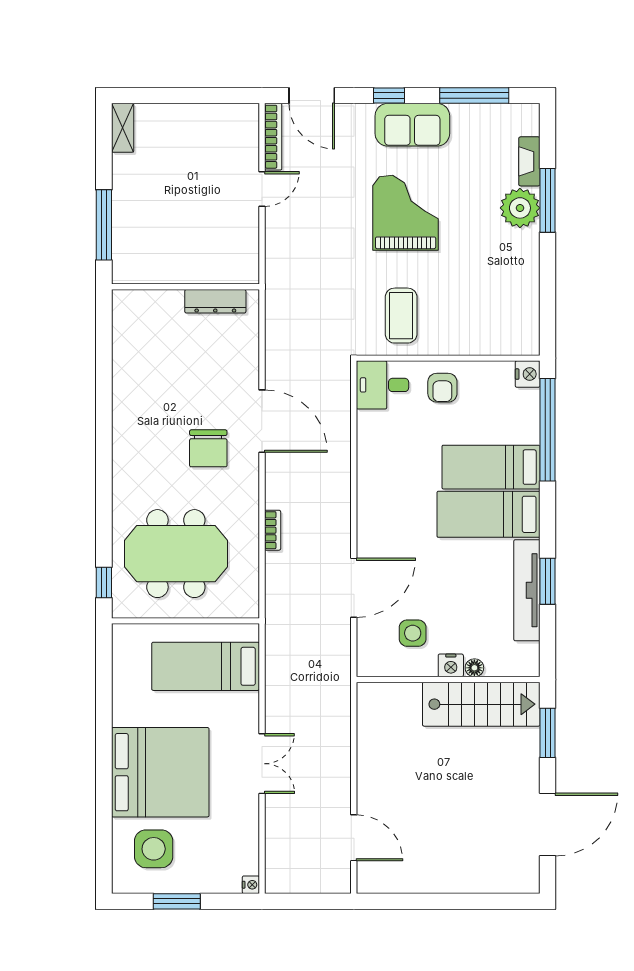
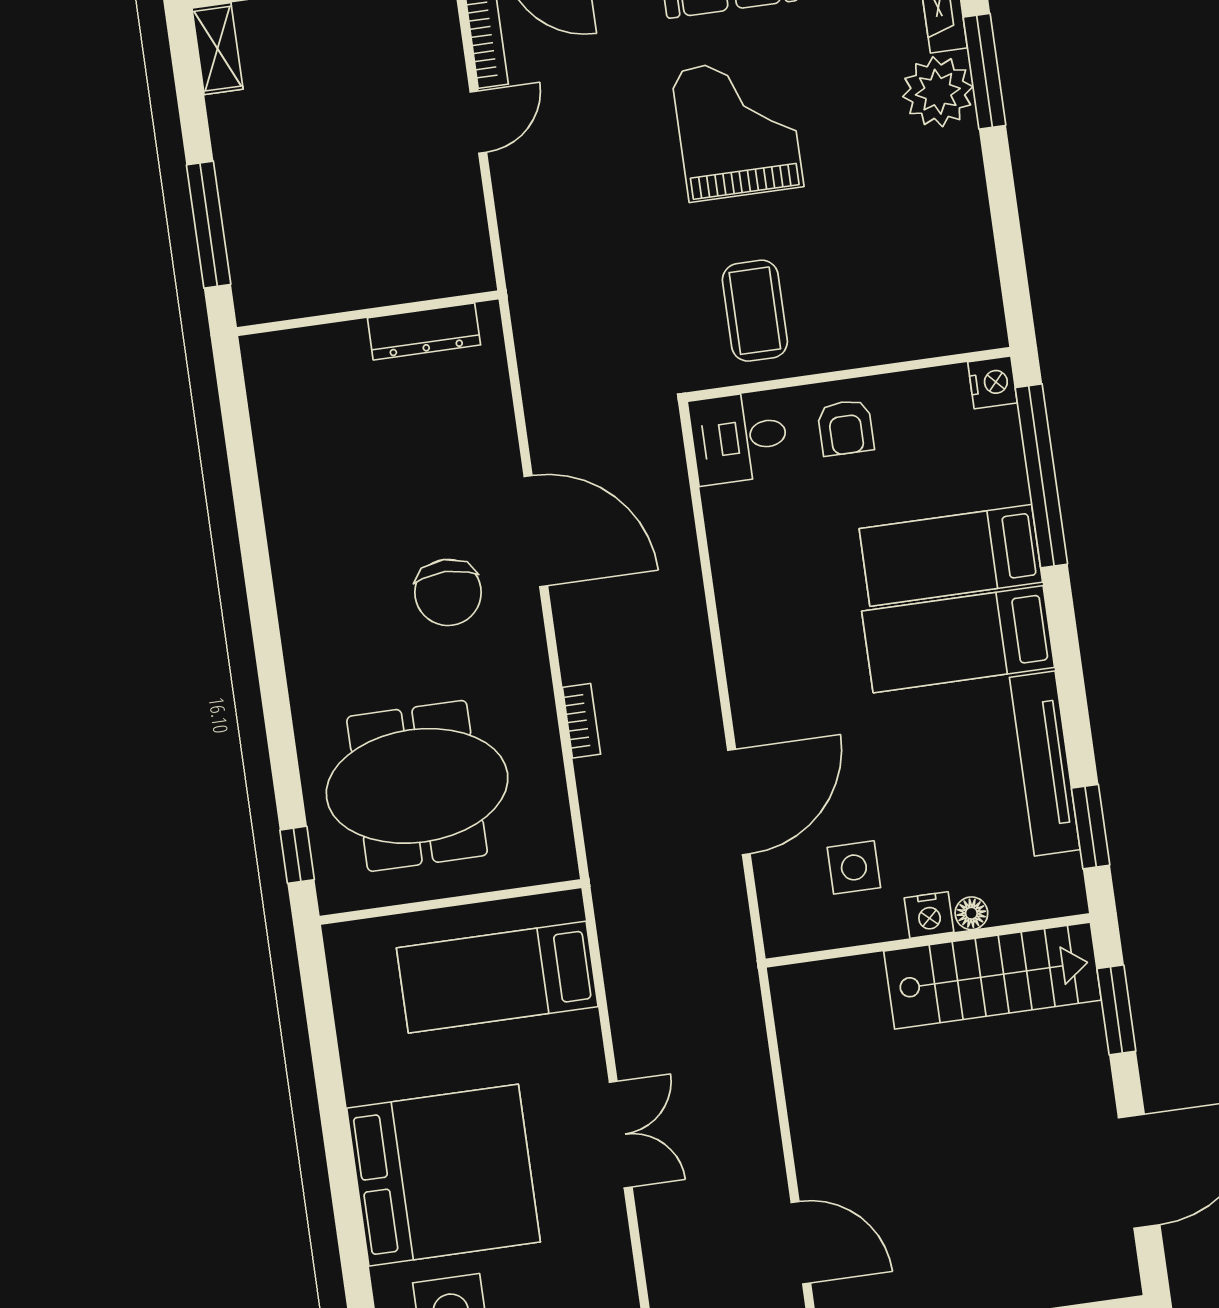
window: (548, 581) -> (1091, 827), moved

